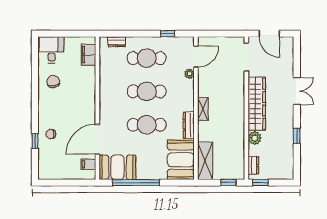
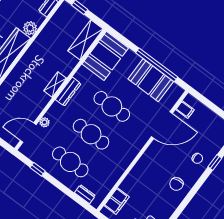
chair: (53, 82) -> (176, 184), moved
dresser: (189, 125) -> (68, 92), moved
booth: (117, 167) -> (151, 80), moved

